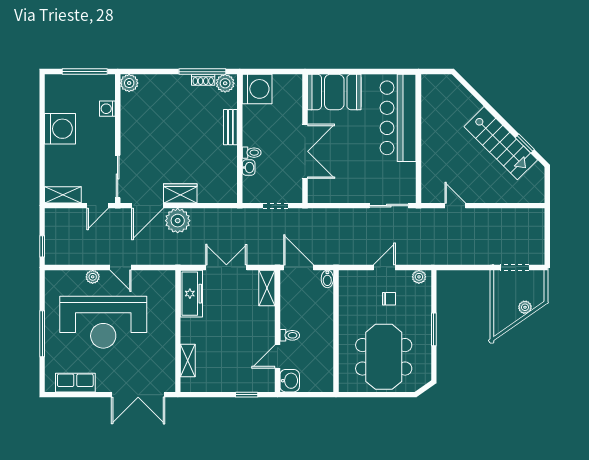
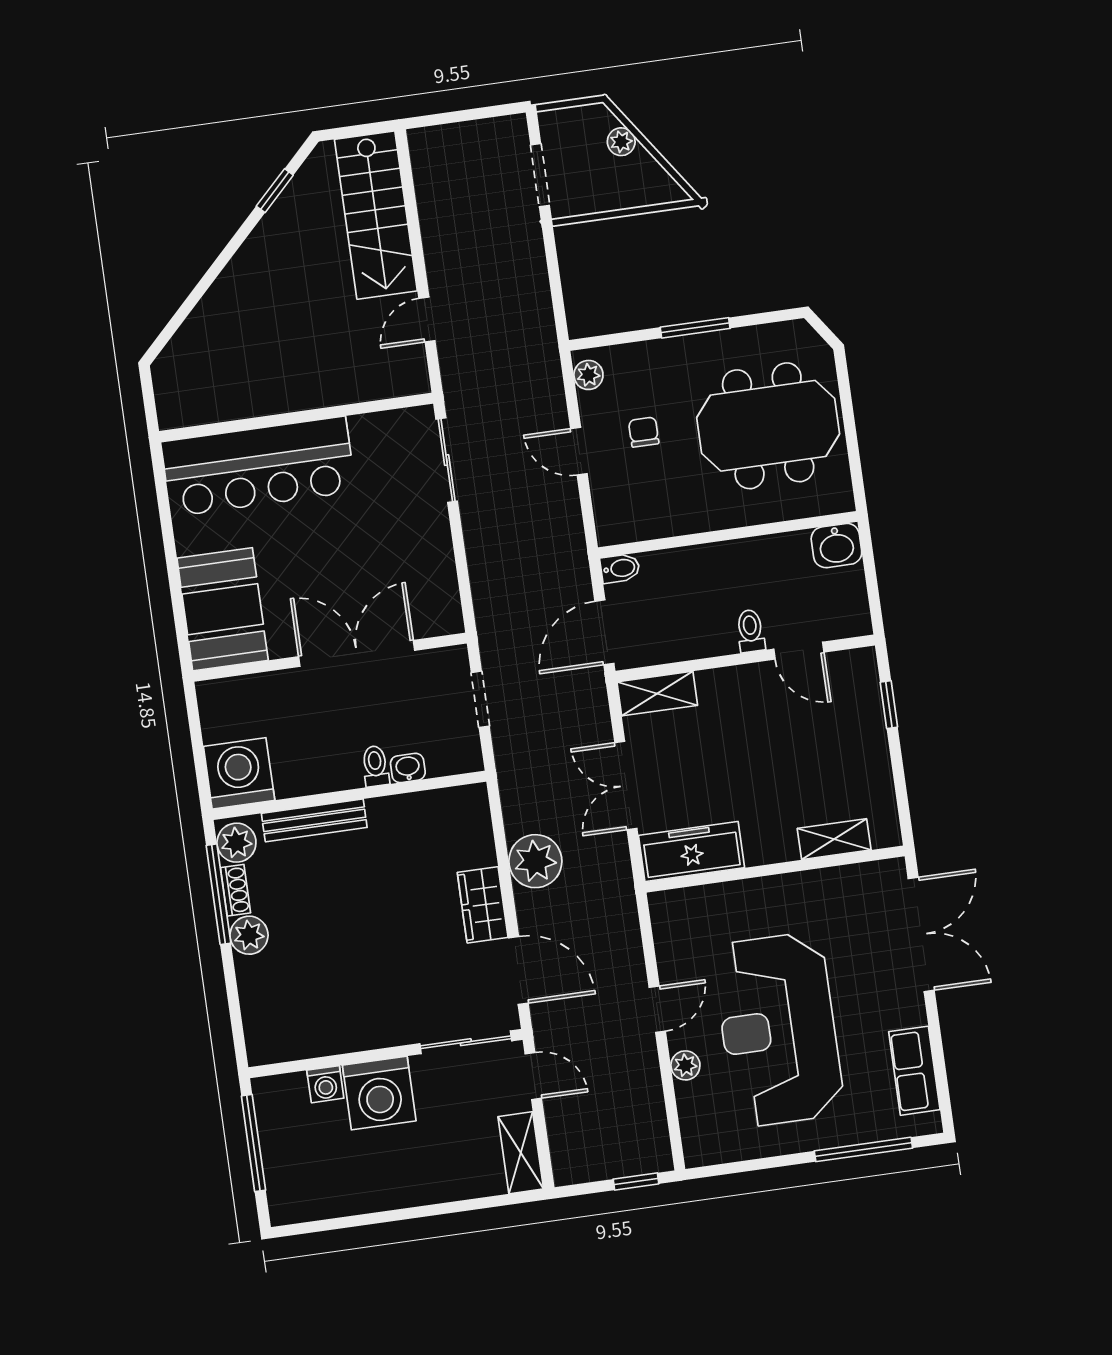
plant: (129, 83) -> (249, 935), moved
bench: (230, 127) -> (314, 820), width x1.36
washing machine: (60, 129) -> (379, 1093), moved, turned 180
stairs: (501, 143) -> (376, 215), moved, turned 135
plant: (178, 221) -> (535, 861), moved
reception desk: (103, 322) -> (778, 1030), turned 180
window: (42, 334) -> (863, 1149), moved
washbasin: (290, 381) -> (836, 546), moved, turned 180

